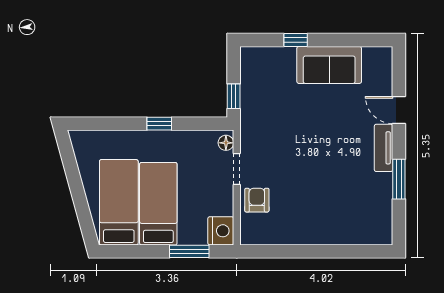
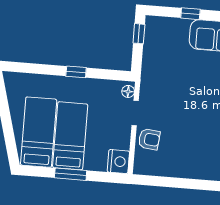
window: (234, 96) -> (139, 34), moved
armchair: (257, 200) -> (149, 139), turned 96
window: (189, 251) -> (71, 174), moved

